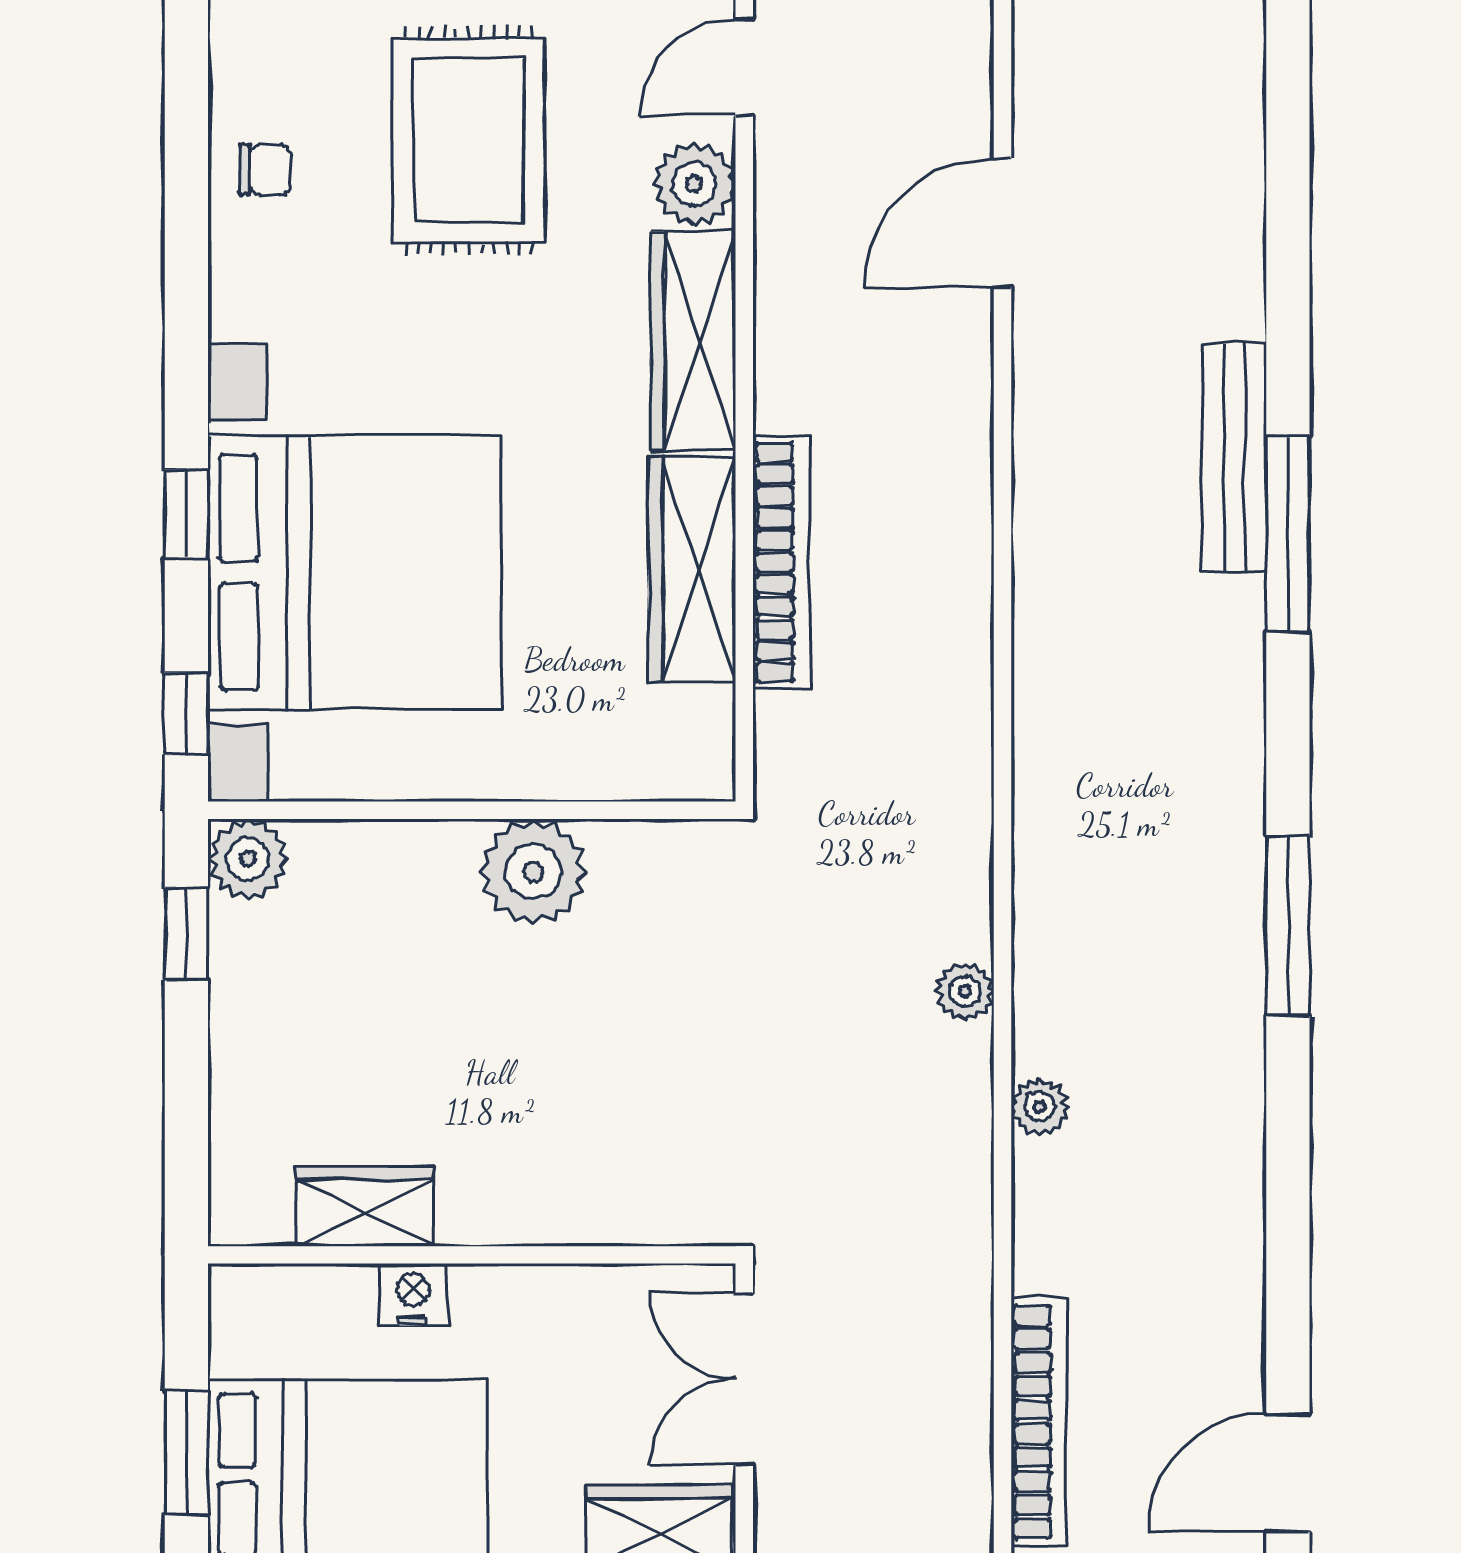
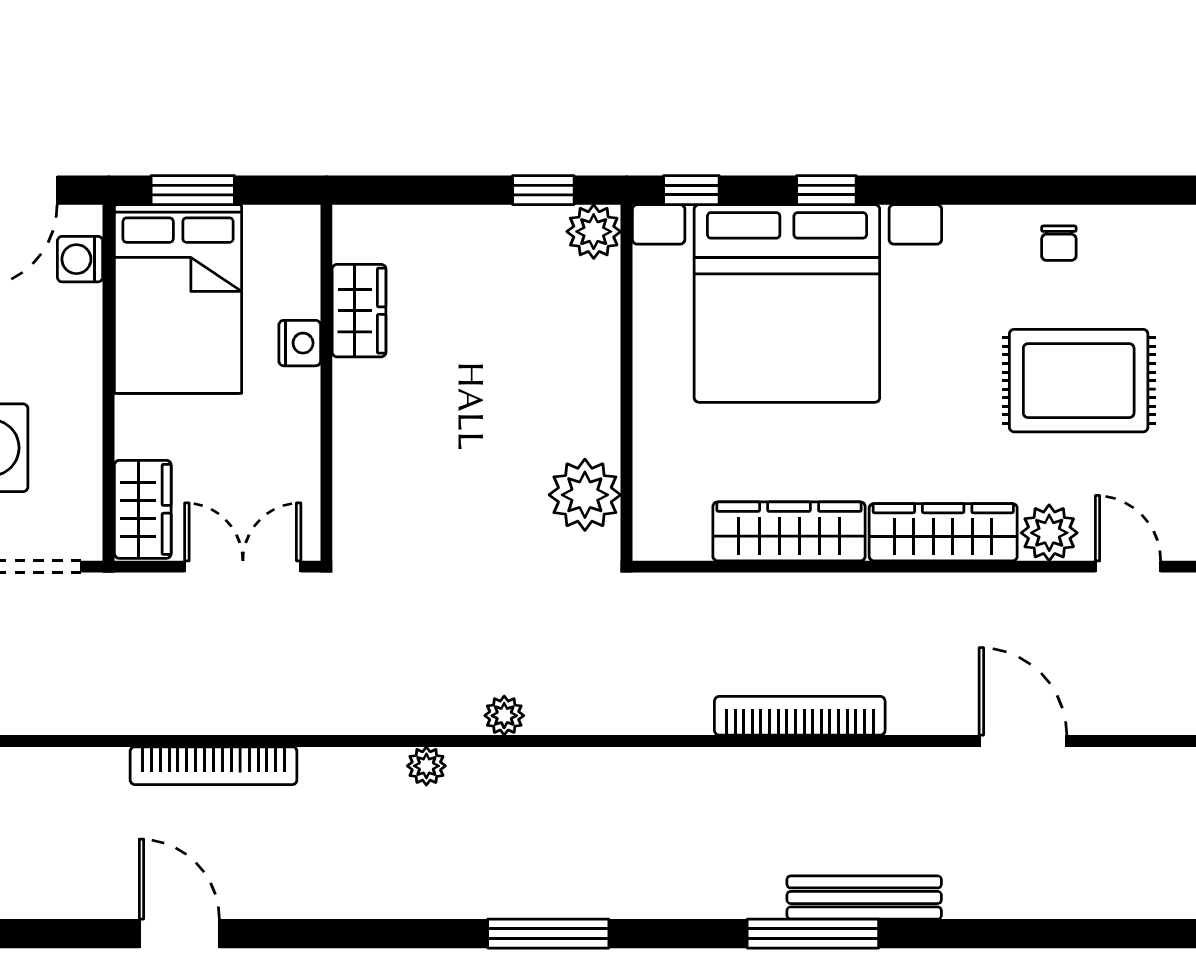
bookcase: (782, 562) -> (800, 716), moved, turned 180
plant: (533, 872) -> (585, 495), moved

